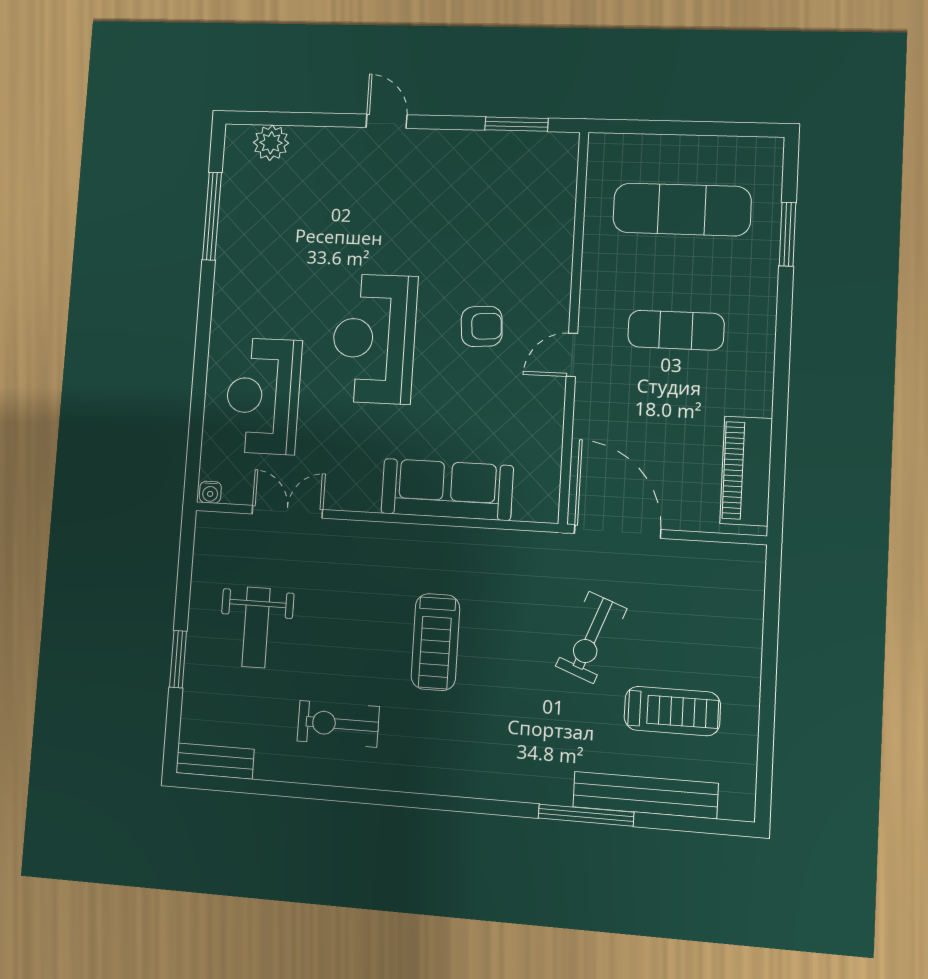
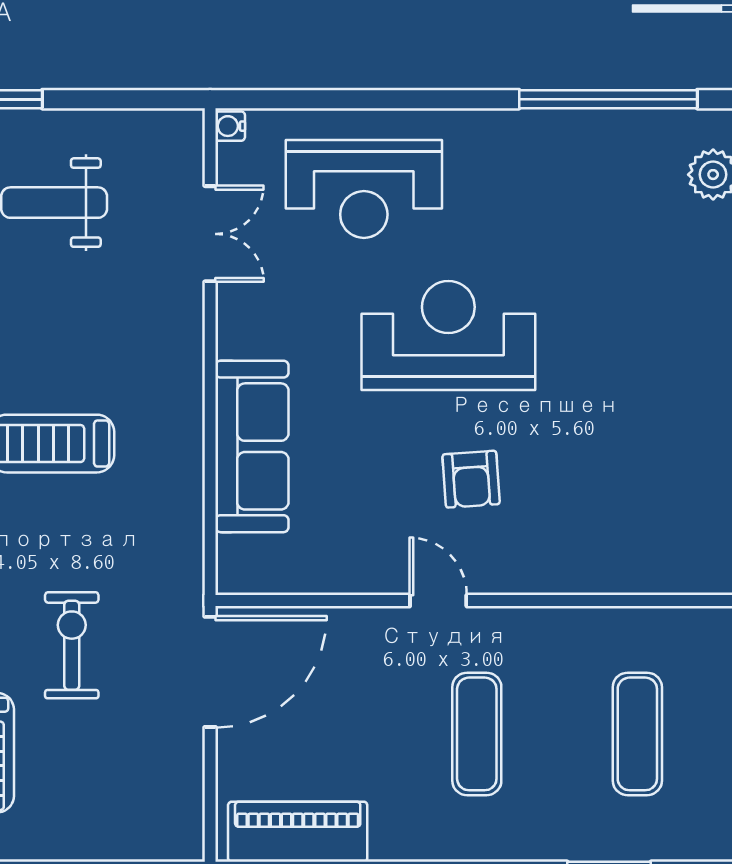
exercise mat: (682, 210) -> (637, 734), width x0.73, depth x0.69
window: (212, 216) -> (608, 99), width x1.46
reception desk: (263, 396) -> (364, 189), turned 180
exercise bike: (591, 637) -> (72, 645), turned 69

